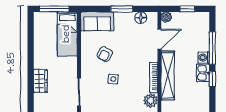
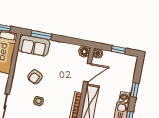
window: (122, 9) -> (41, 35), moved
floor lamp: (141, 18) -> (84, 52), moved
window: (212, 48) -> (135, 90), width x0.46

